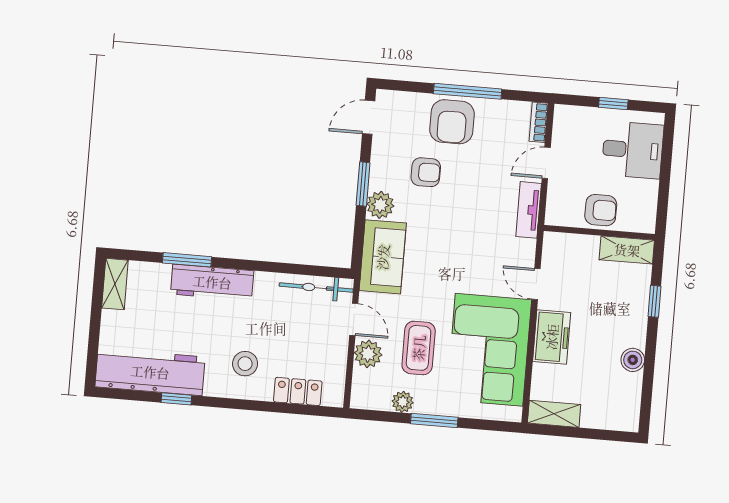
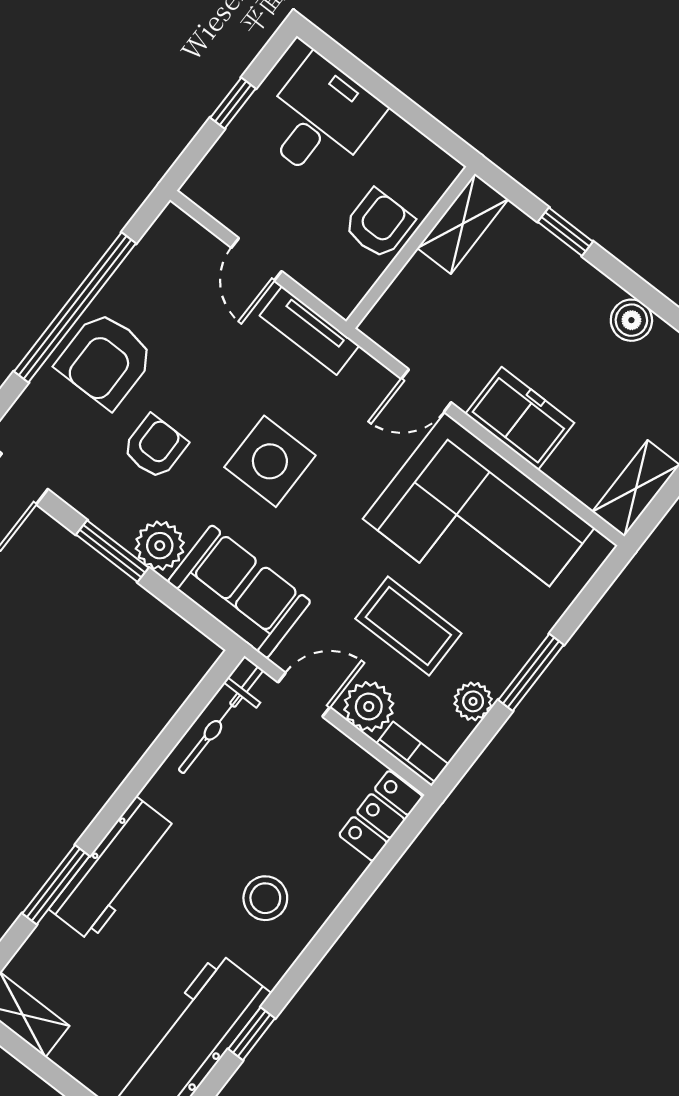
window: (468, 91) -> (75, 307), width x1.46
armchair: (452, 122) -> (105, 360), turned 90
bookcase: (539, 122) -> (412, 754), moved, turned 180
side table: (454, 231) -> (270, 461), added
locker: (298, 391) -> (381, 816), moved

